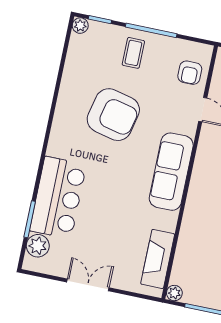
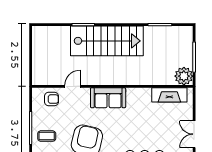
sofa: (171, 172) -> (108, 98), width x0.73
plant: (174, 293) -> (184, 76), width x1.88, depth x1.88

